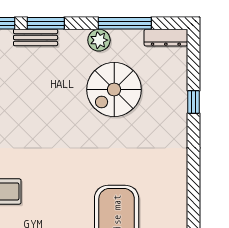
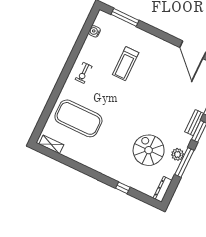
window: (125, 23) -> (184, 162), moved

